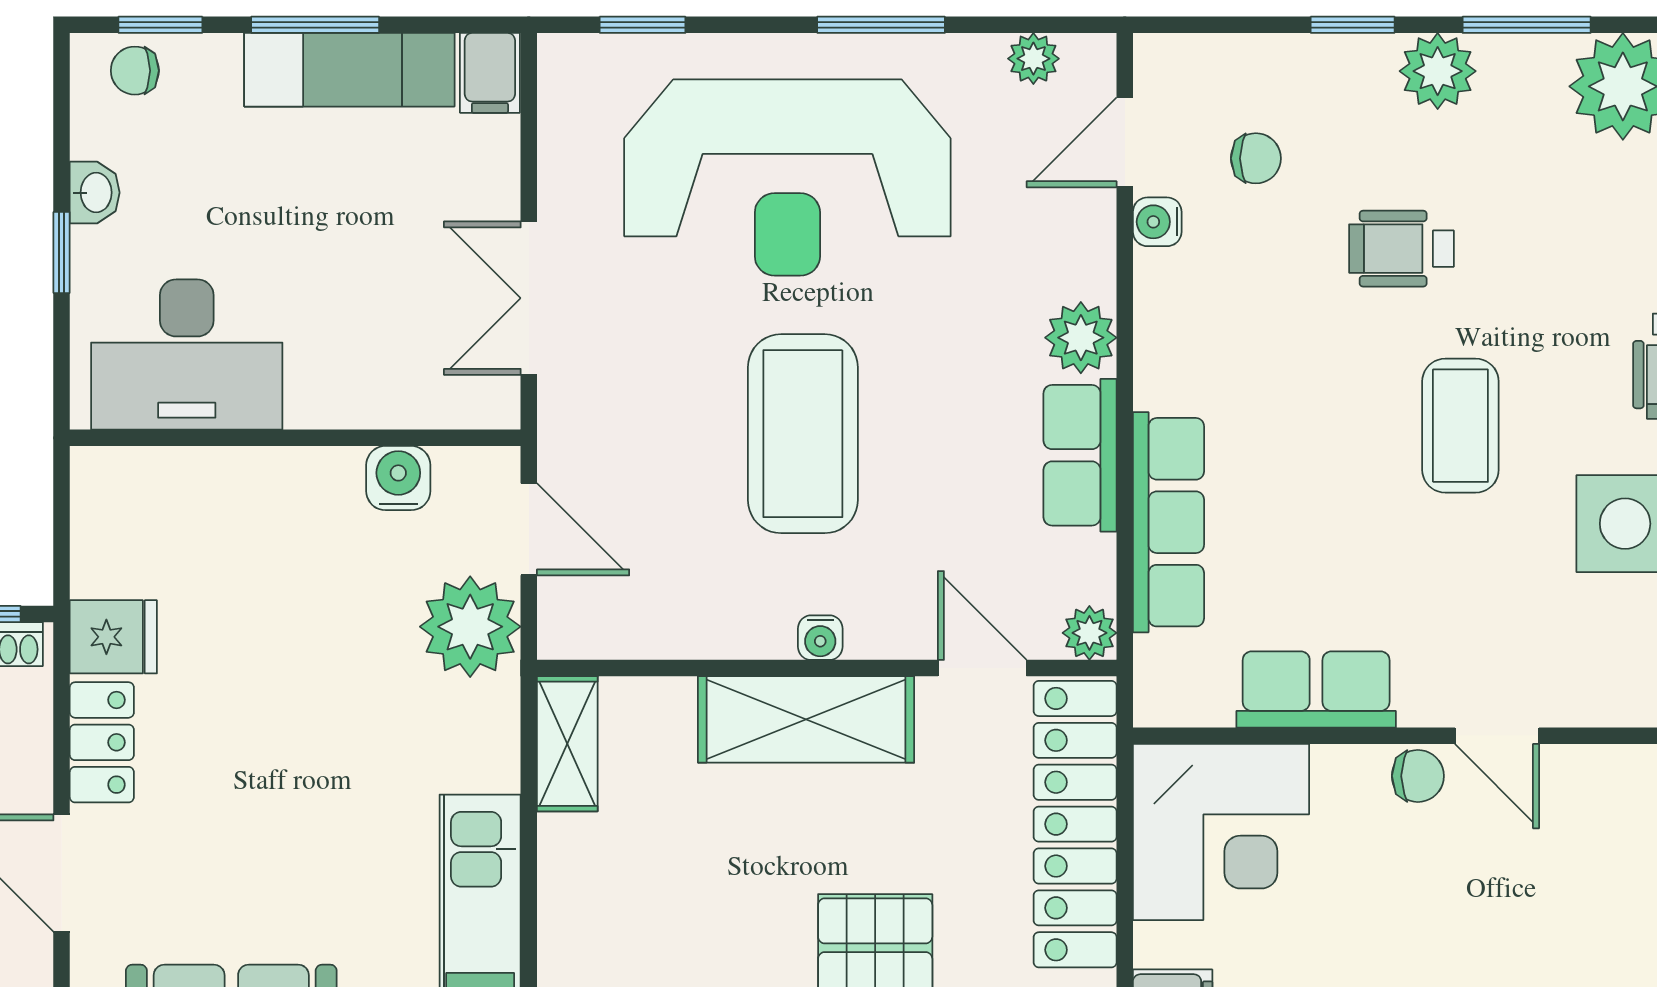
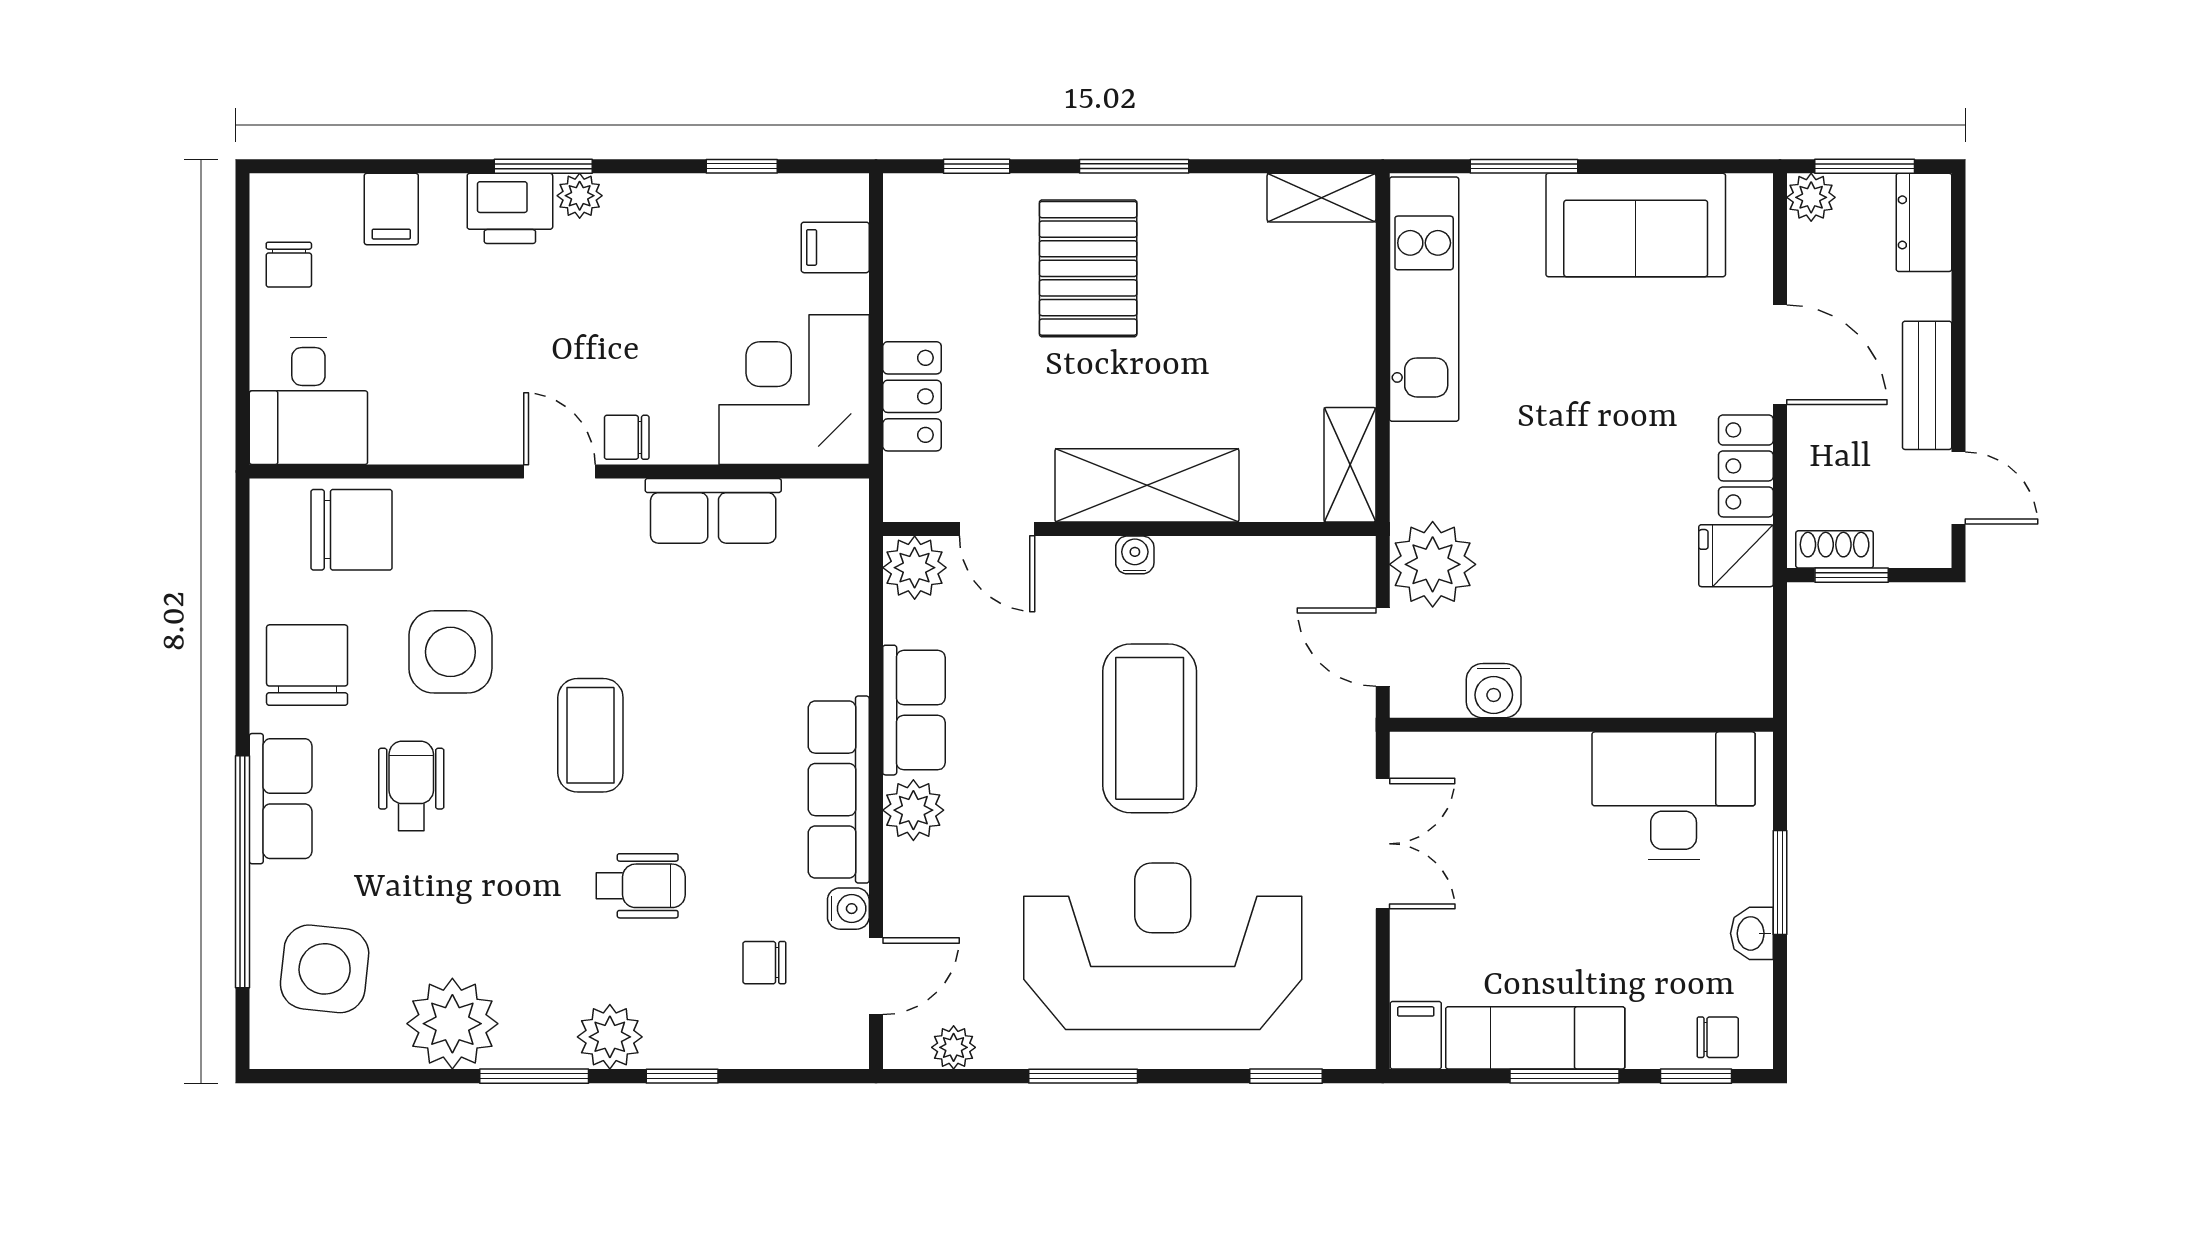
window: (62, 252) -> (1780, 882), width x1.50
row of seats: (1168, 522) -> (839, 790), moved
plant: (1089, 633) -> (915, 568), width x1.38, depth x1.38
locker: (1075, 824) -> (912, 396), width x0.46, depth x0.83

